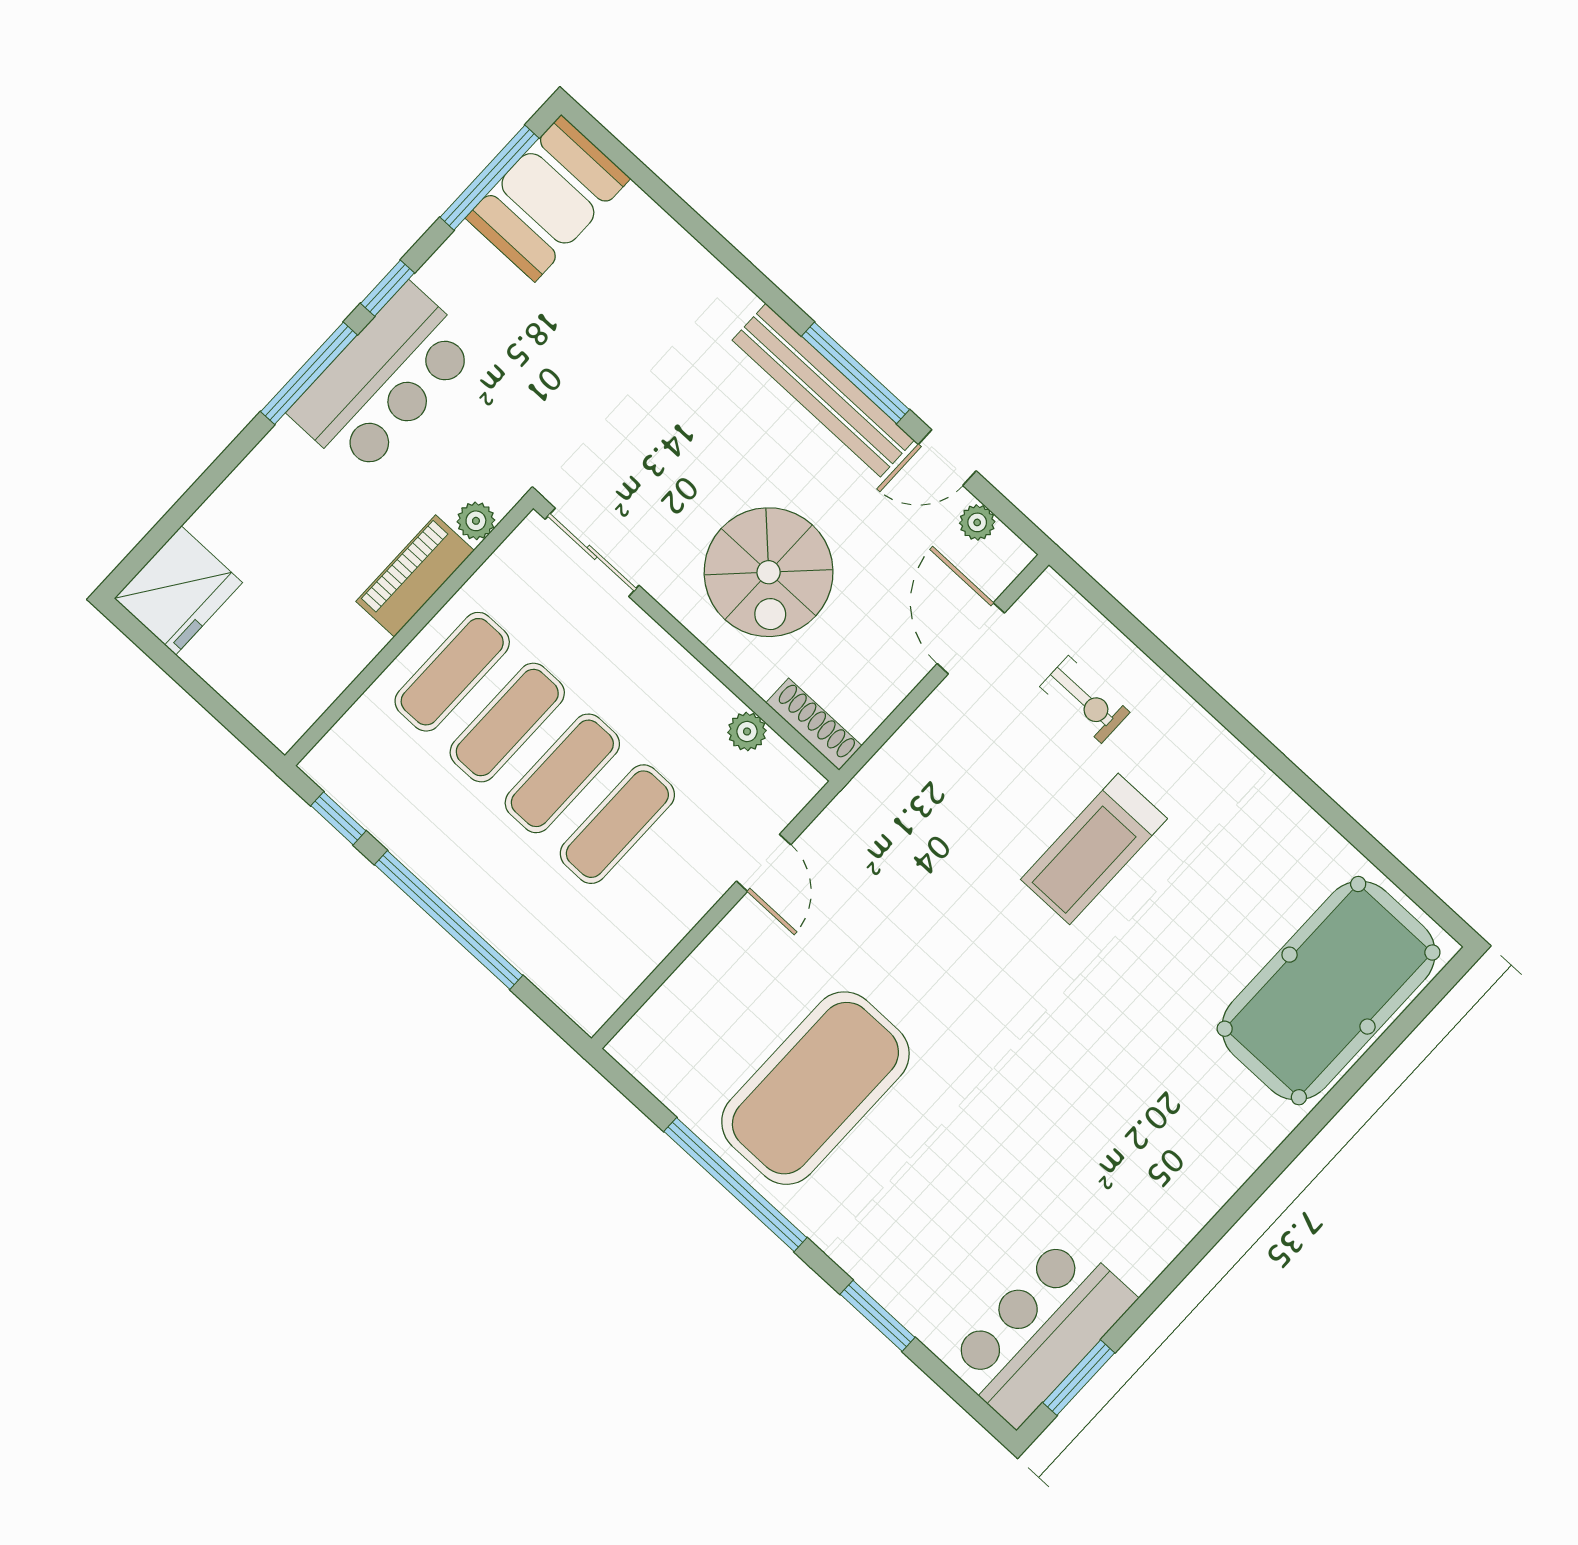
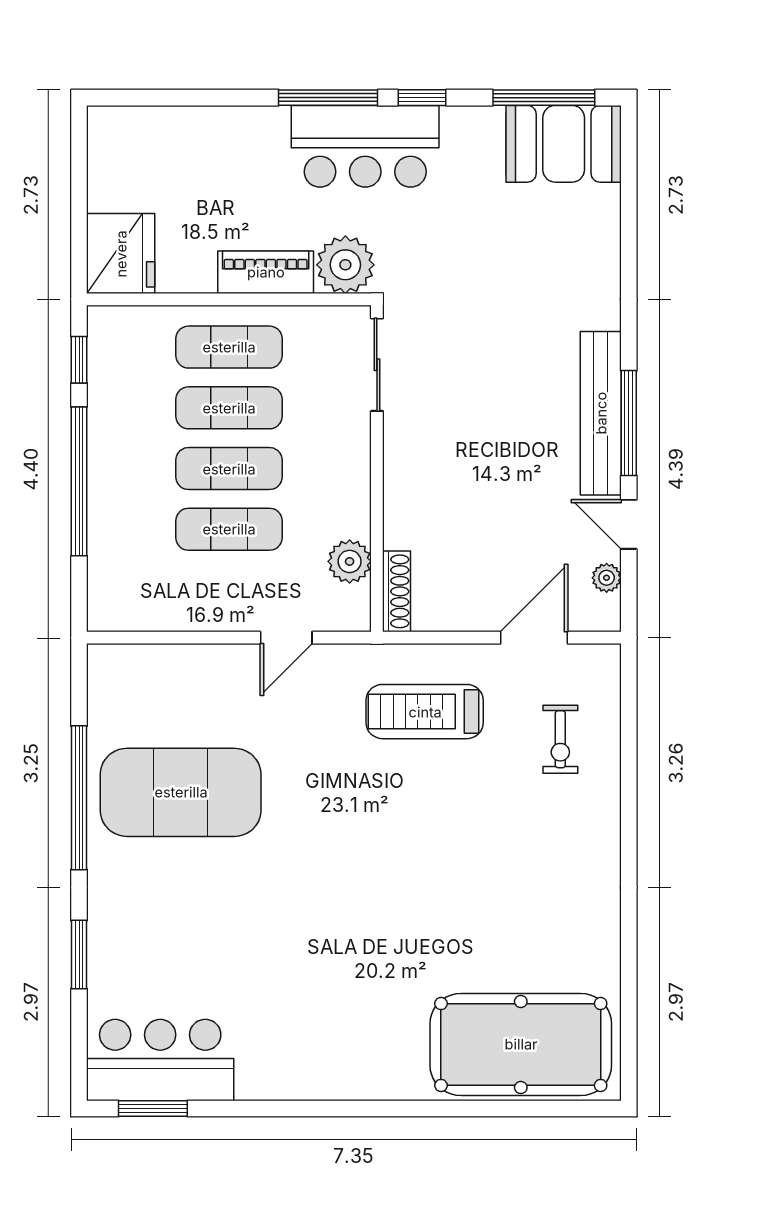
plant: (476, 521) -> (345, 265), width x1.87, depth x1.87
spiral stairs: (769, 572) -> (462, 481), removed
fridge: (178, 590) -> (121, 254), moved, turned -90
plant: (747, 731) -> (350, 561), width x1.38, depth x1.38
treadmill: (1094, 849) -> (425, 712), moved

